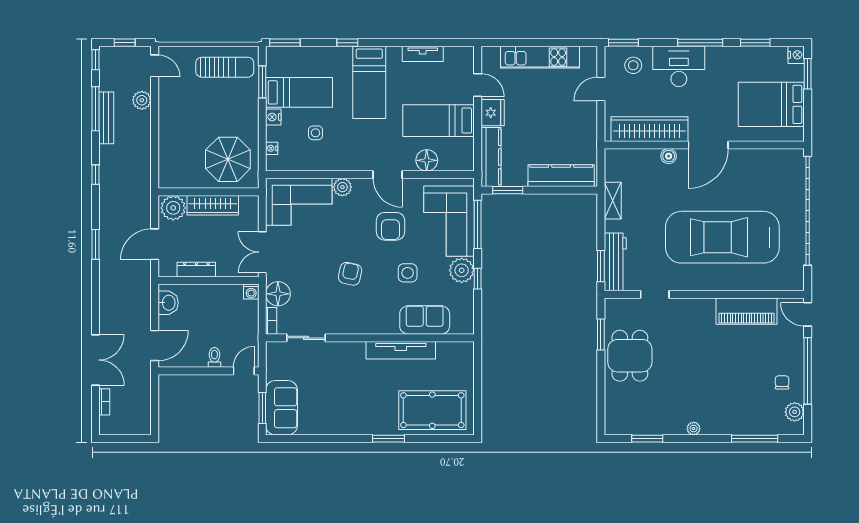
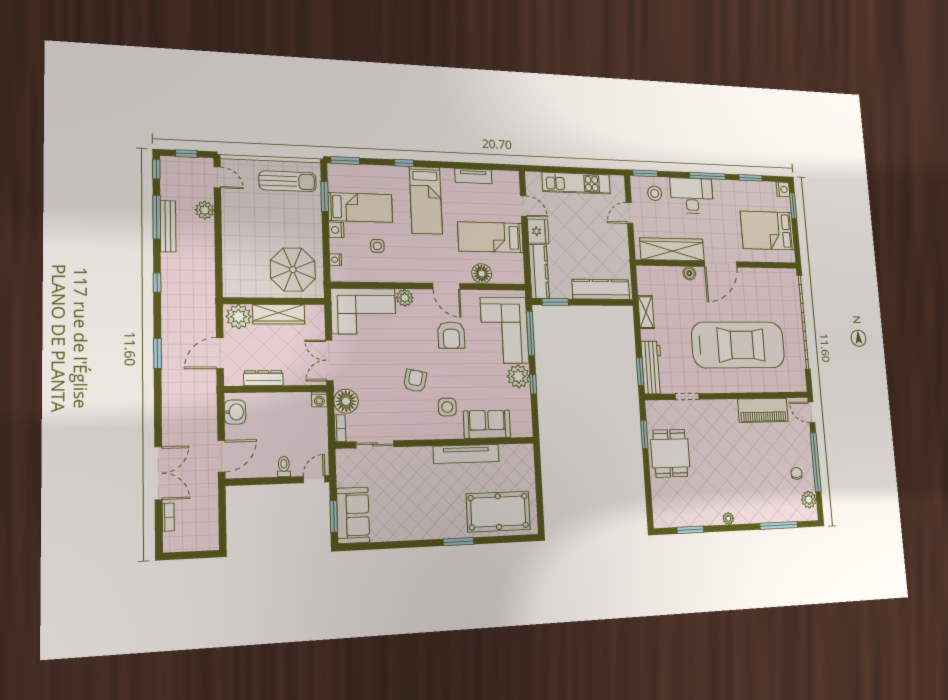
car: (722, 237) -> (738, 345), turned 180
side table: (408, 273) -> (447, 407), moved

